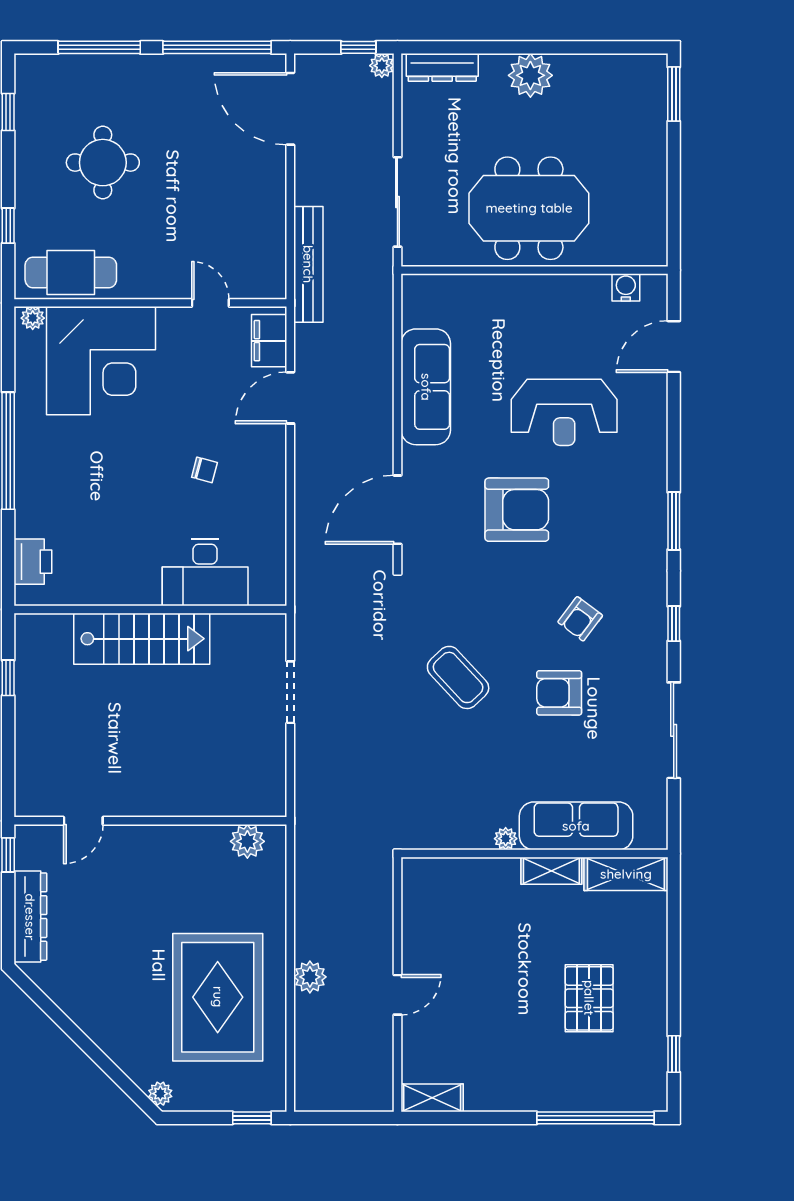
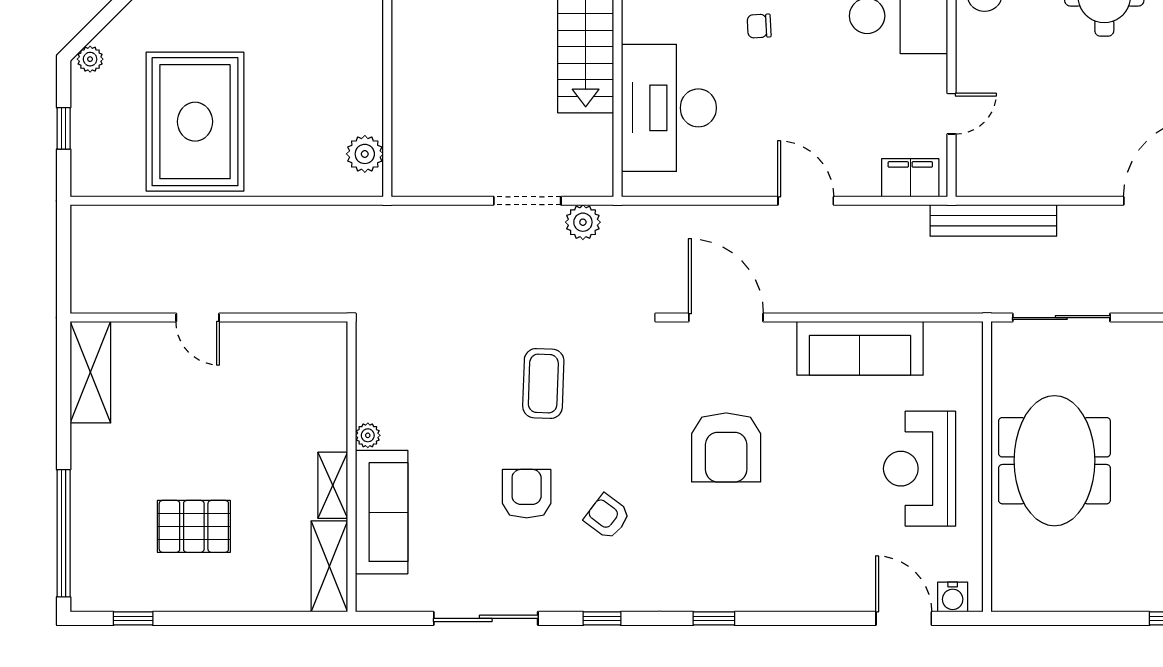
water cooler: (626, 287) -> (953, 597), moved, turned 90
door: (290, 398) -> (806, 201), moved
reception desk: (564, 412) -> (920, 469), moved
chair: (204, 470) -> (759, 26), moved, turned 72
window: (674, 521) -> (714, 618), width x0.67
desk: (205, 572) -> (669, 108), width x1.36, depth x1.30
coffee table: (458, 677) -> (543, 383), turned -45
plant: (310, 977) -> (583, 222), moved
rug: (218, 997) -> (195, 122), turned 90
shelving: (432, 1098) -> (90, 372), width x1.50, depth x1.33
window: (252, 1118) -> (64, 128), moved

